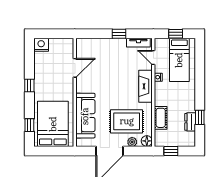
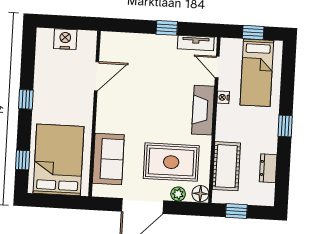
nightstand: (41, 45) -> (65, 39), moved
sofa: (85, 116) -> (108, 159), width x0.73
window: (200, 117) -> (285, 126), moved
cot: (161, 118) -> (226, 166), width x1.37, depth x1.34

